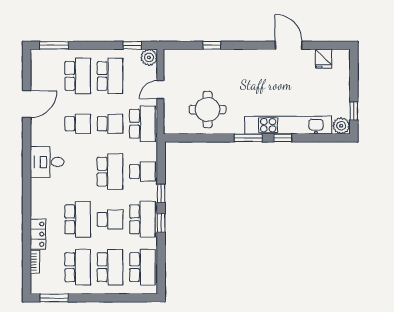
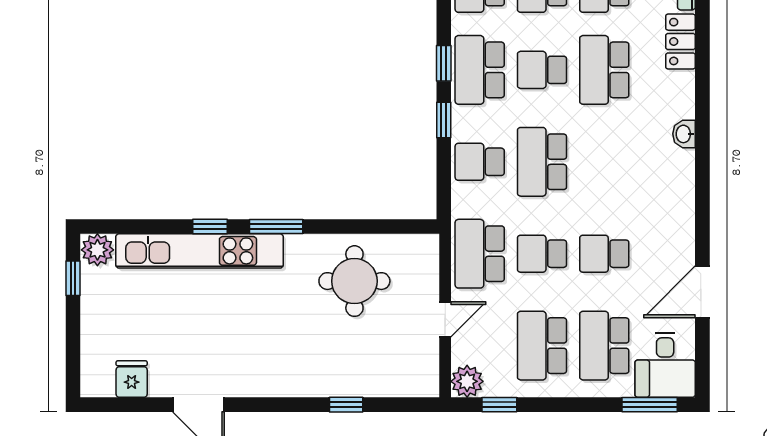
desk: (47, 162) -> (665, 365), moved, turned 90
washbasin: (36, 186) -> (684, 134), added

